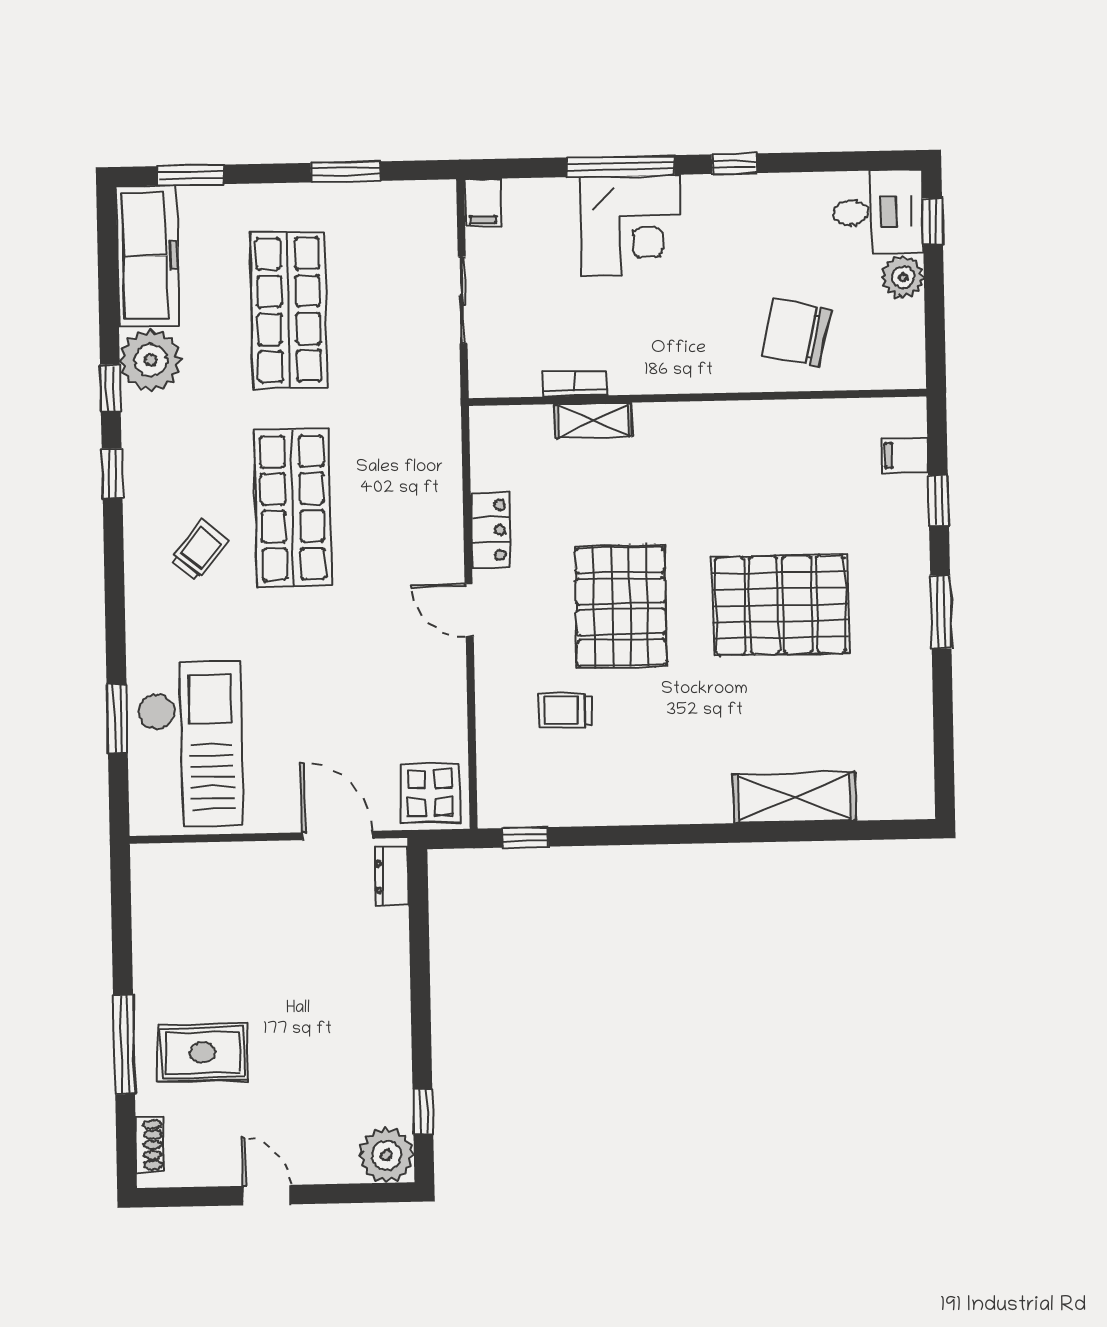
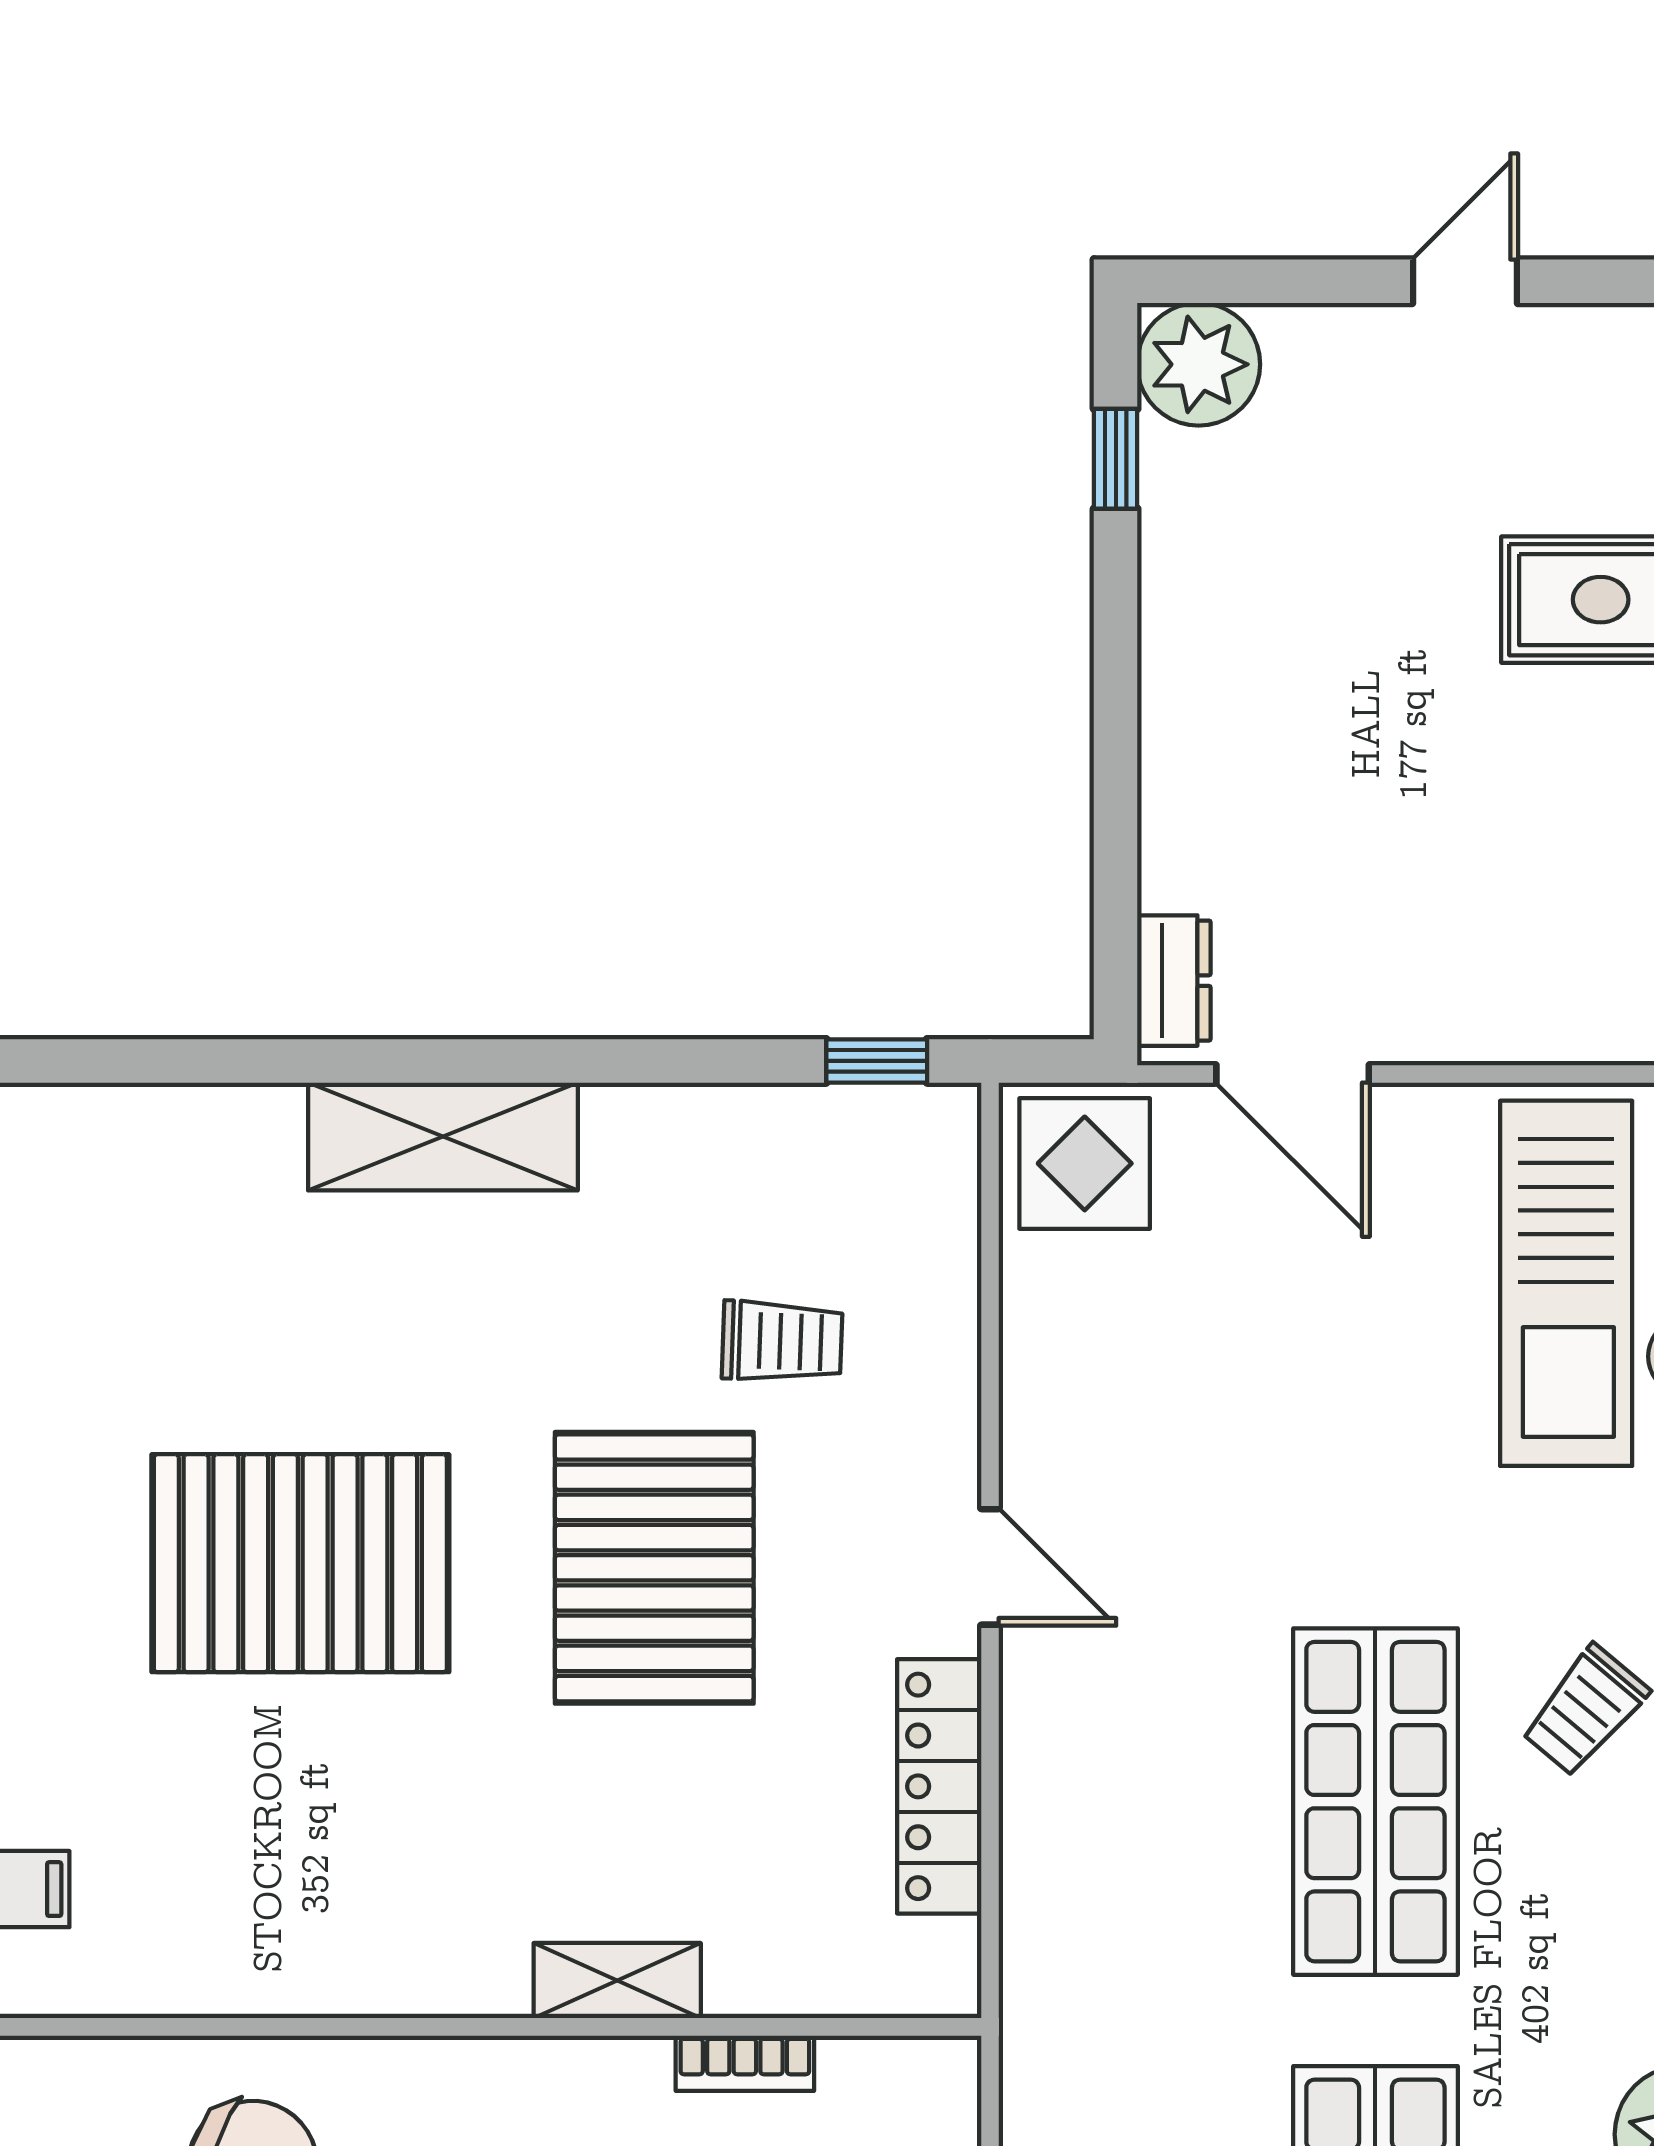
shelving: (593, 420) -> (617, 1981), moved
locker: (490, 530) -> (939, 1786), width x1.53
shelving: (794, 798) -> (443, 1137), moved
door: (267, 1195) -> (1465, 281), swing flipped

